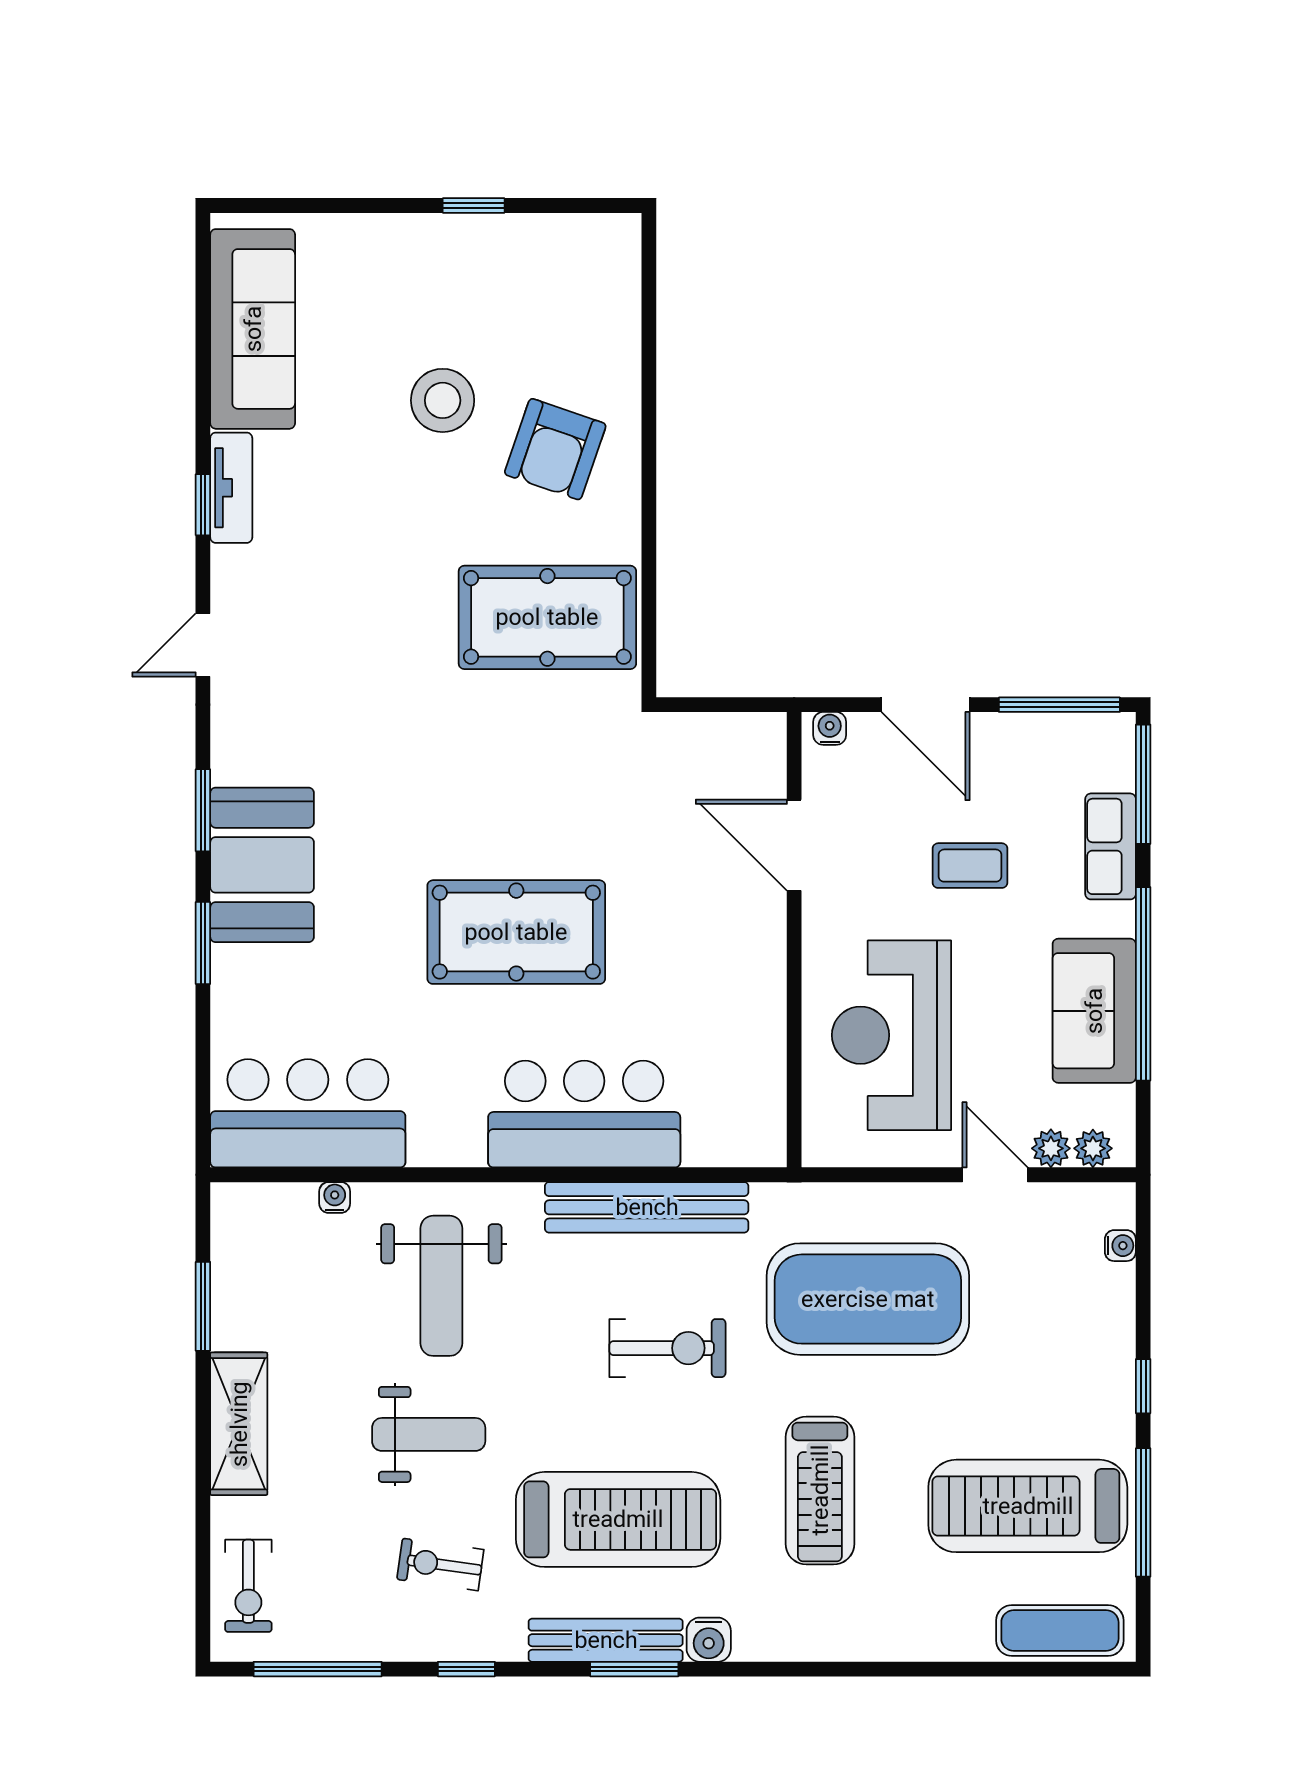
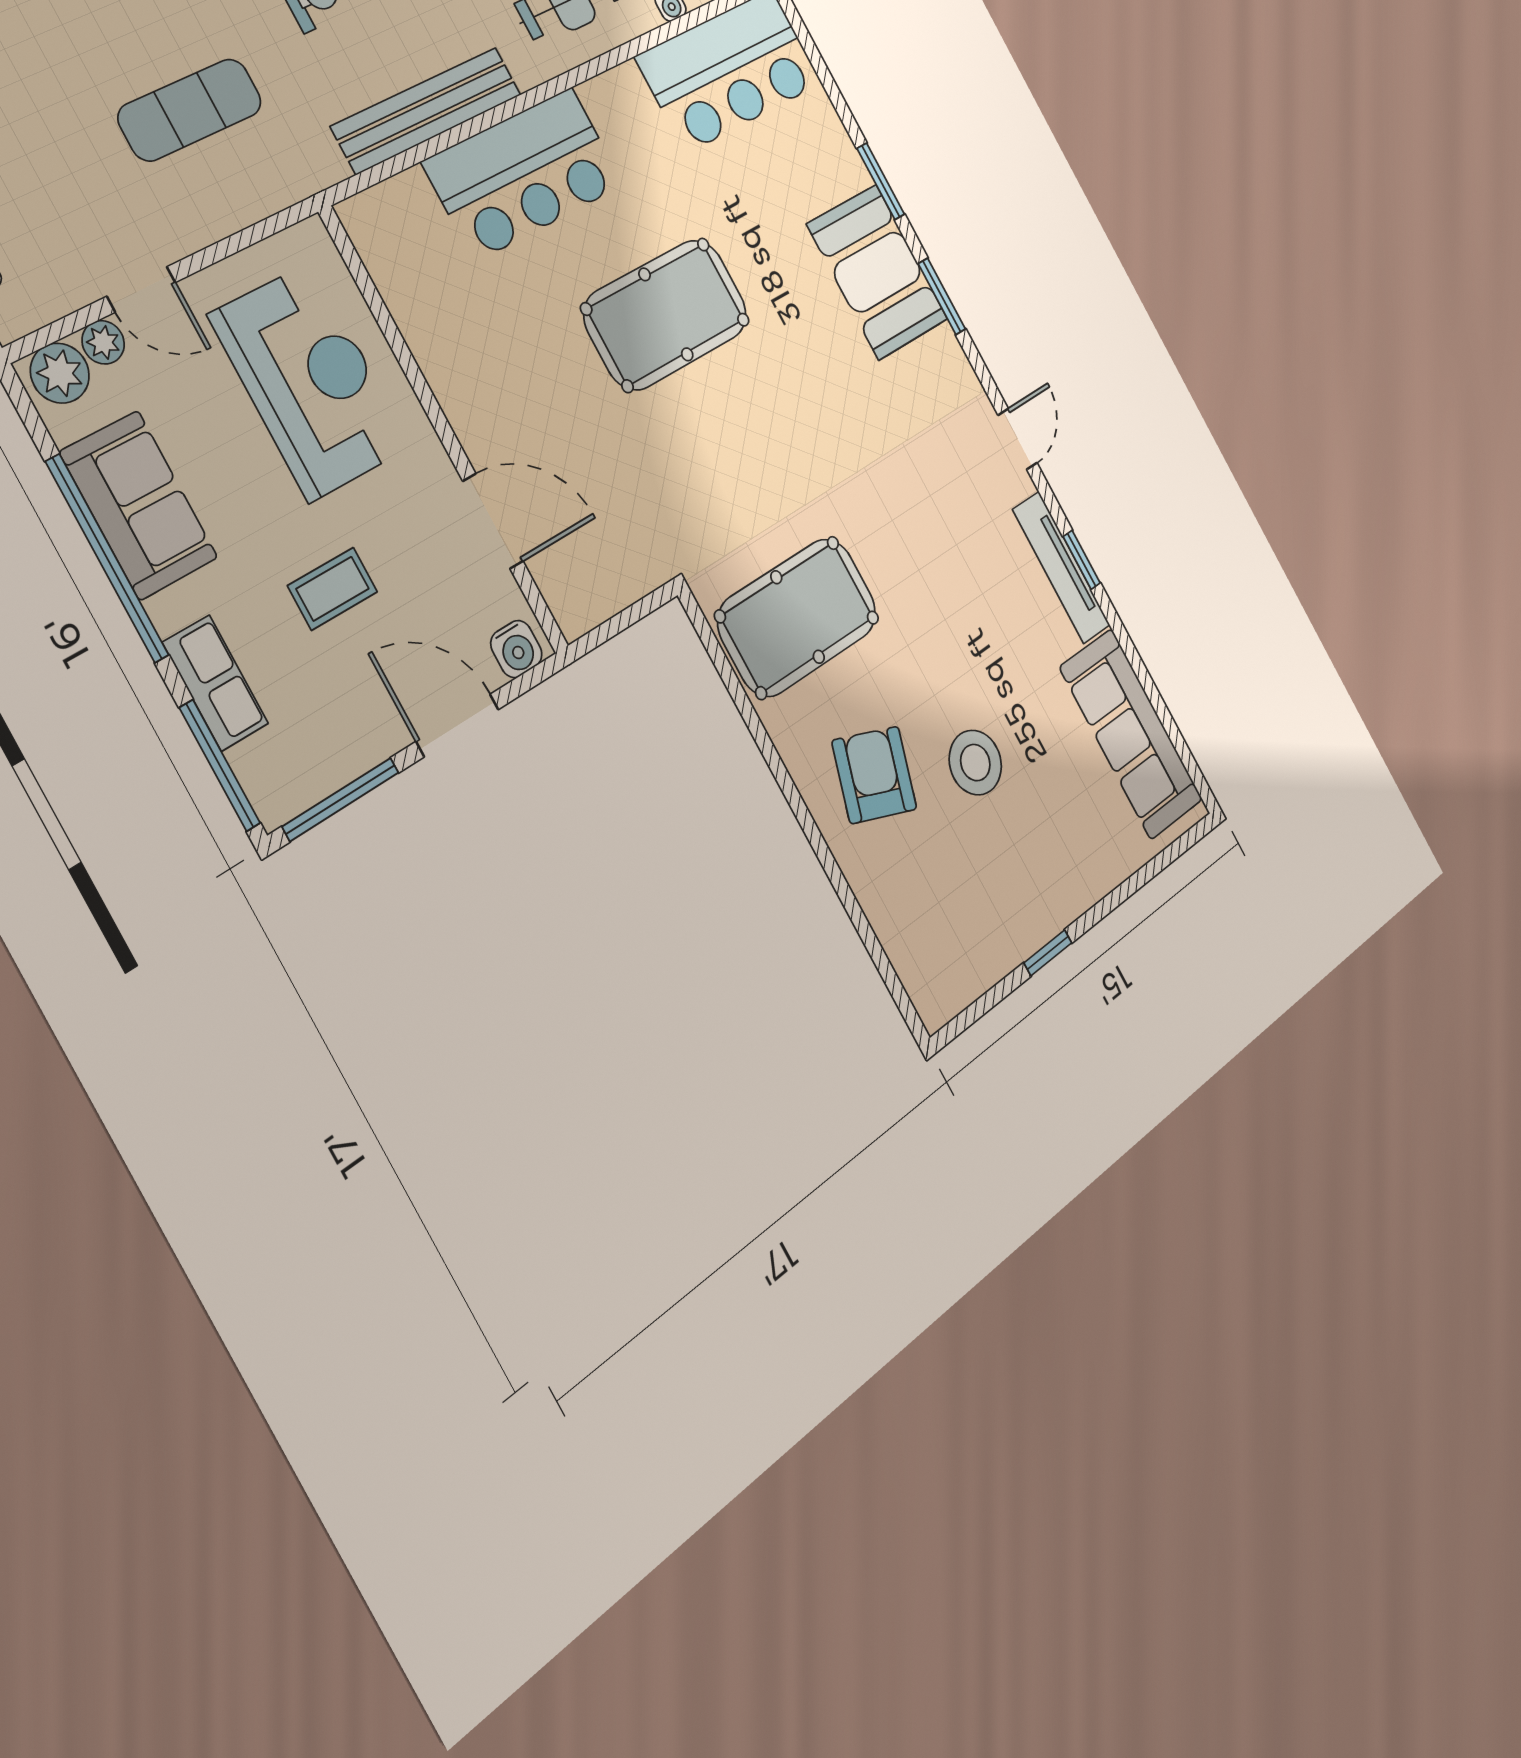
tv unit: (231, 488) -> (1061, 567), width x1.41
water cooler: (830, 728) -> (516, 649), width x1.38, depth x1.38
plant: (1093, 1148) -> (60, 373), width x1.38, depth x1.38
exercise mat: (868, 1299) -> (190, 110), width x0.50, depth x0.69

